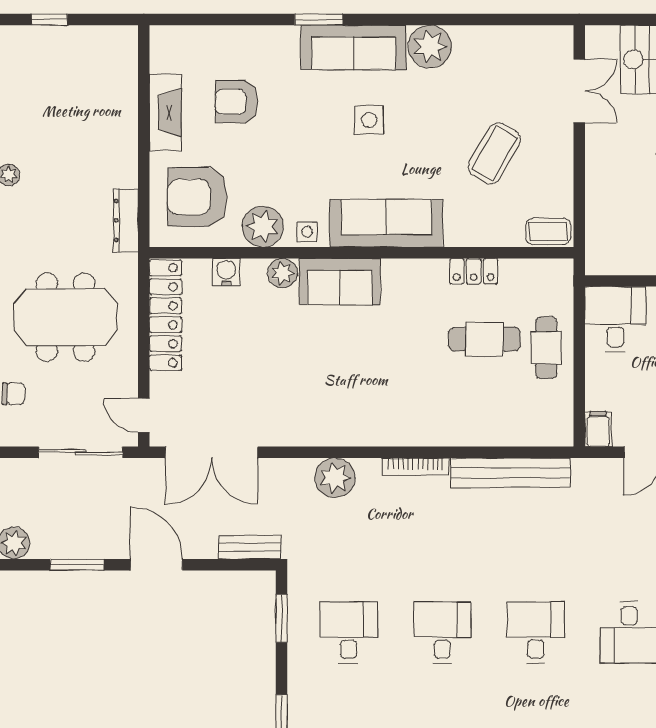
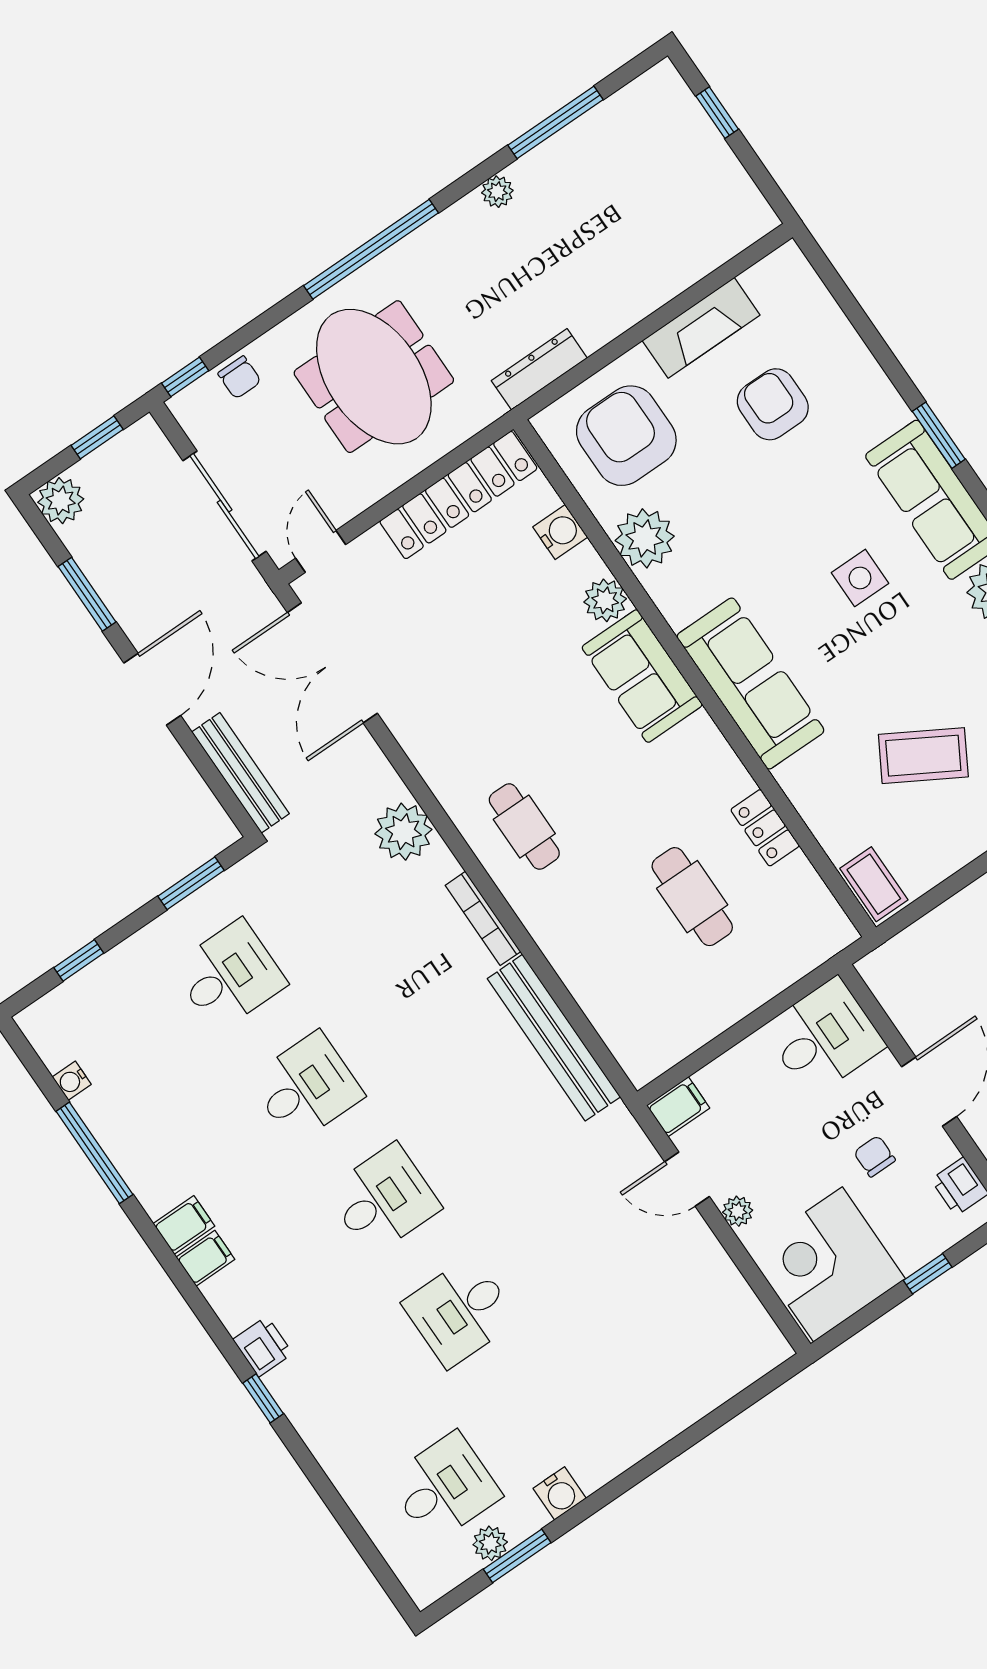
side table: (307, 232) -> (675, 596), removed
cafe table: (546, 348) -> (524, 827), moved, turned 90
bench: (249, 547) -> (240, 773), width x1.36

